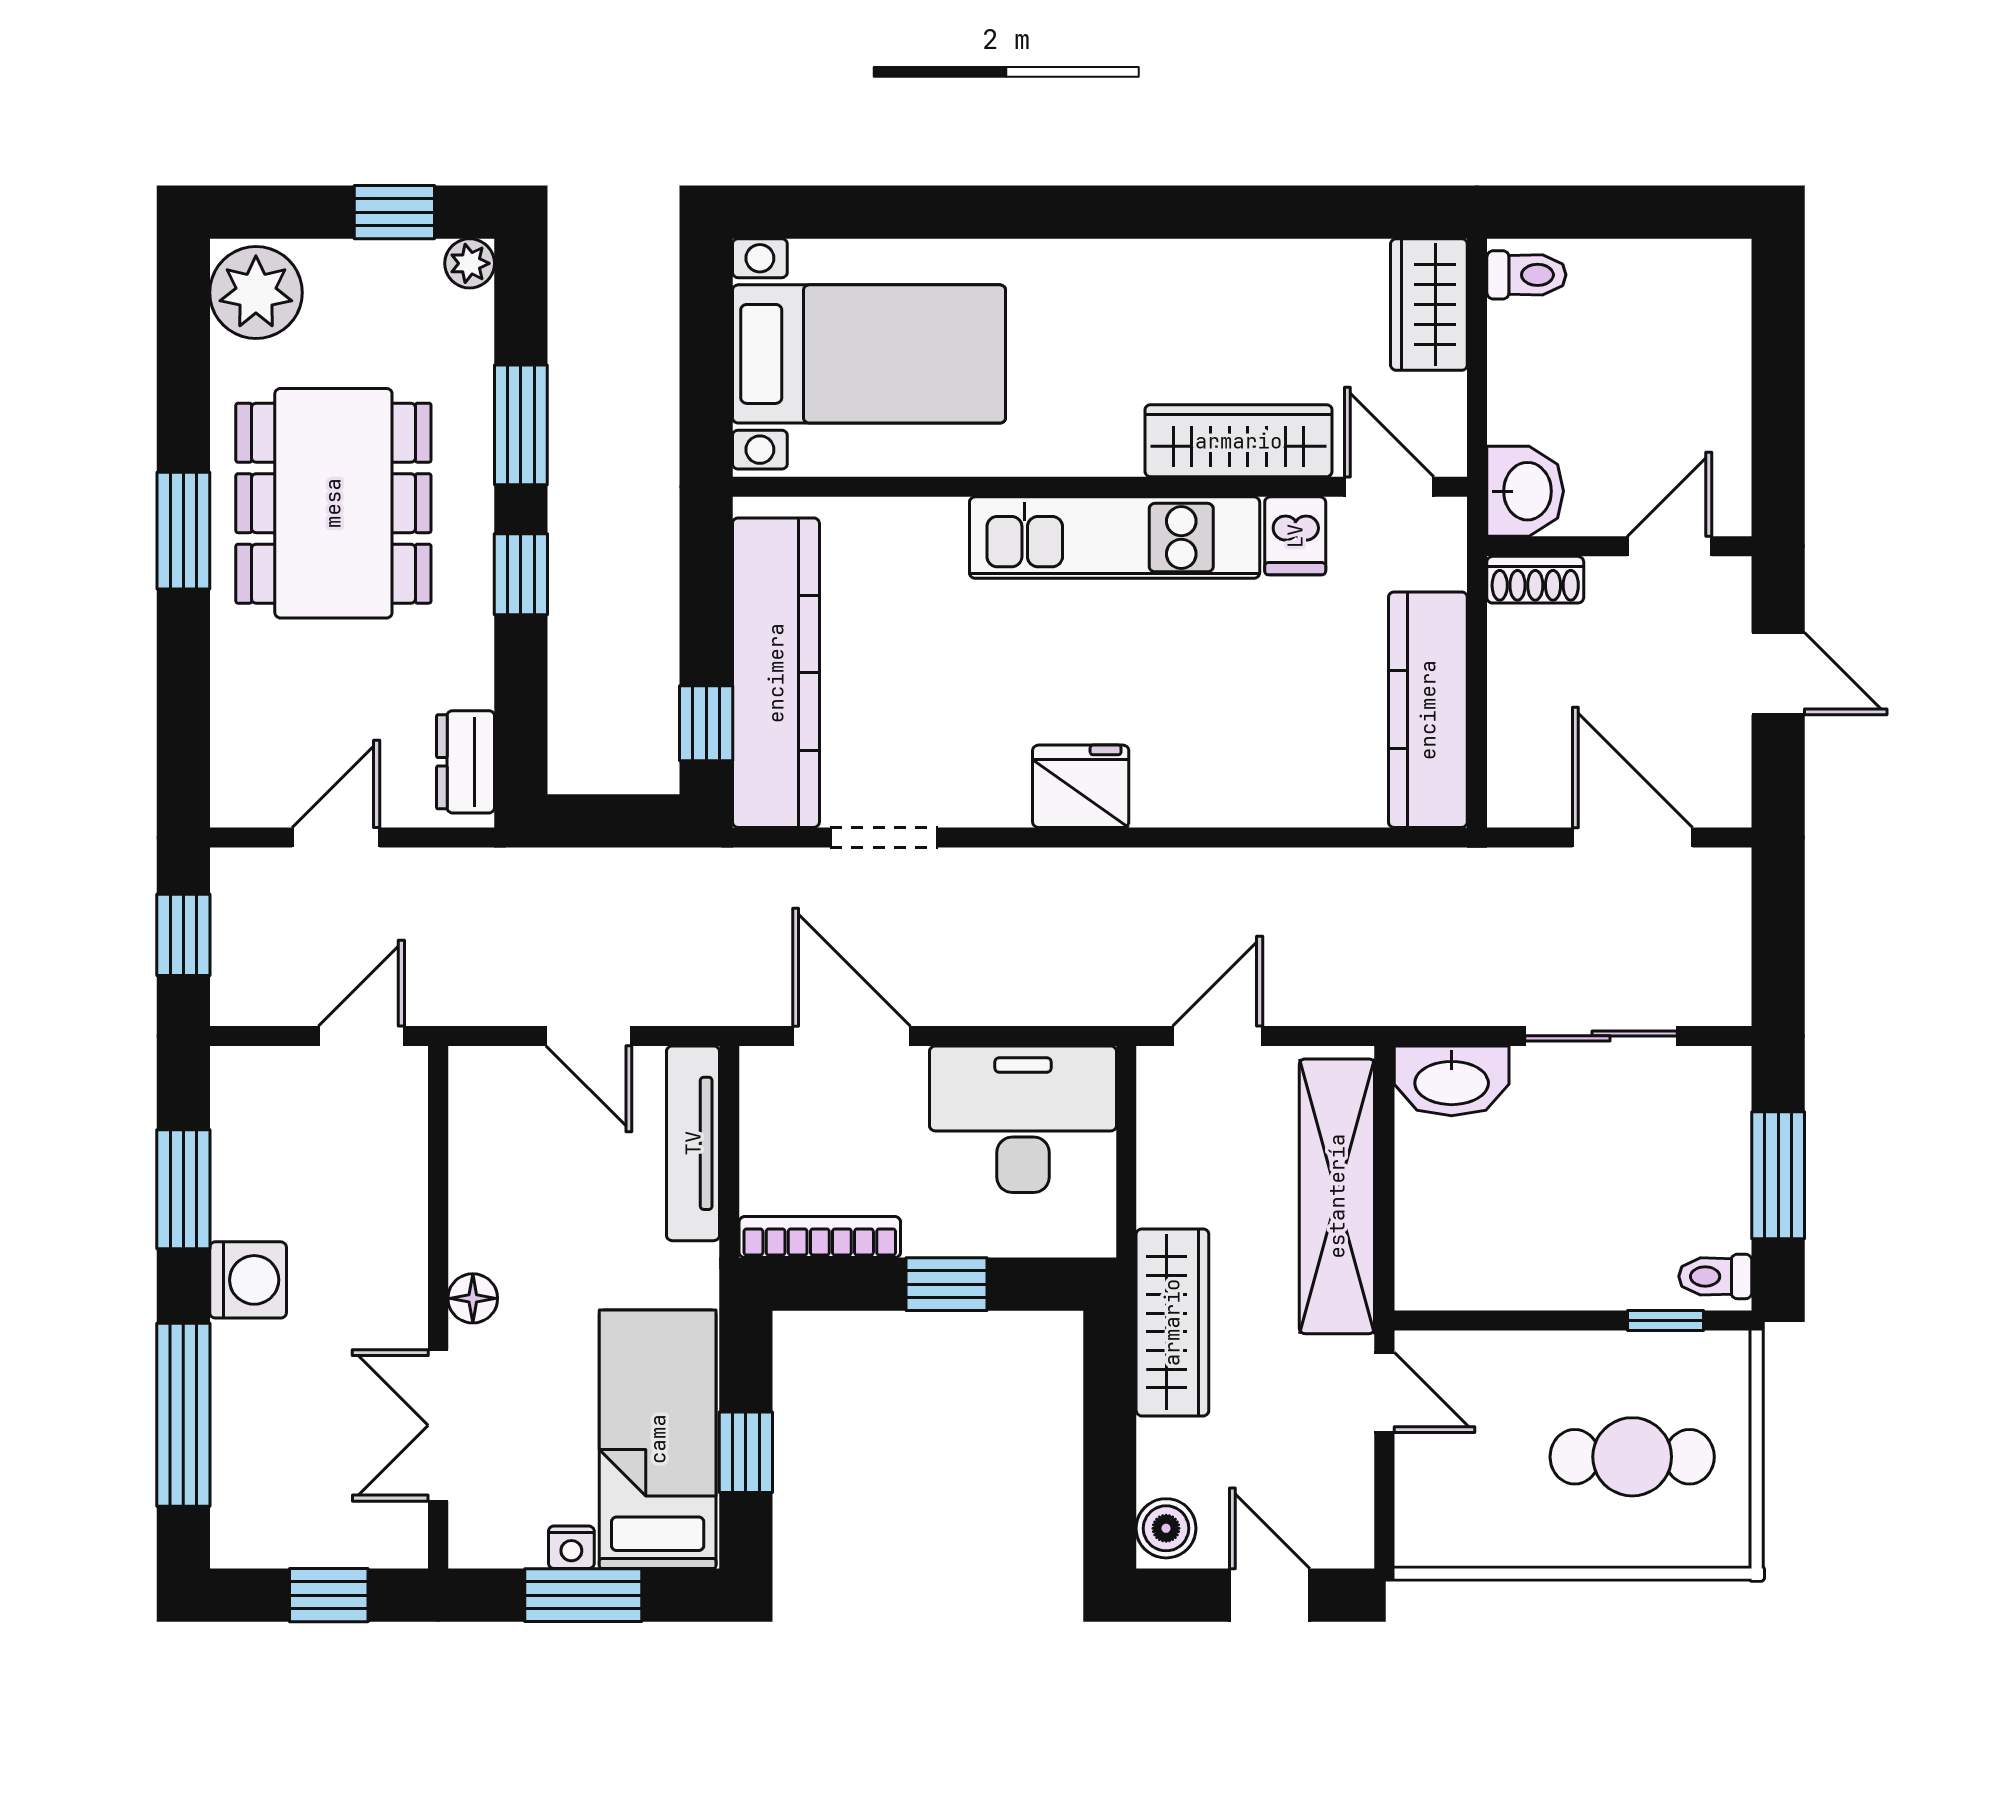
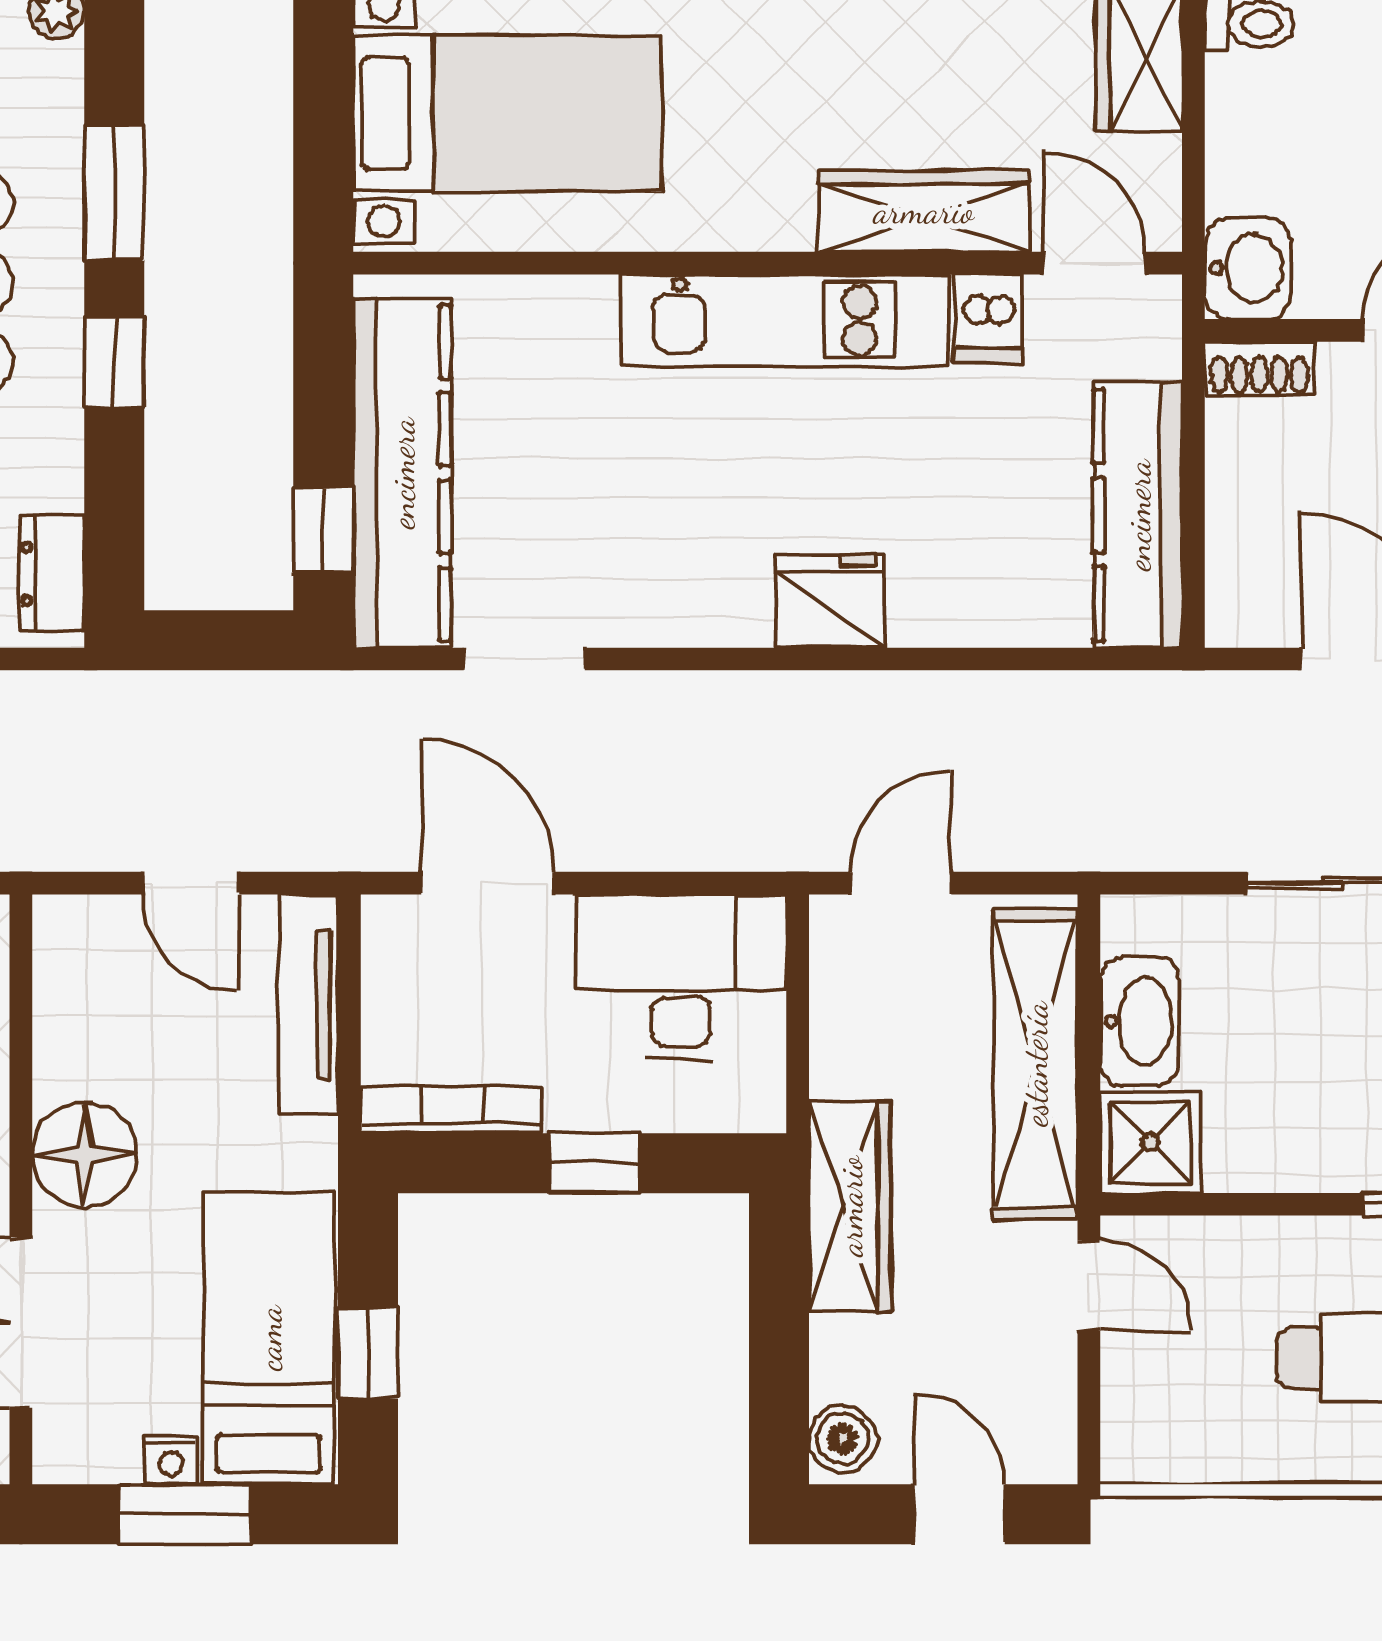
fridge: (1081, 786) -> (830, 601), moved
washbasin: (1452, 1081) -> (1140, 1021), moved, turned -90
shower: (1439, 1266) -> (1151, 1143), added
floor lamp: (473, 1298) -> (85, 1155), width x1.89, depth x1.89

